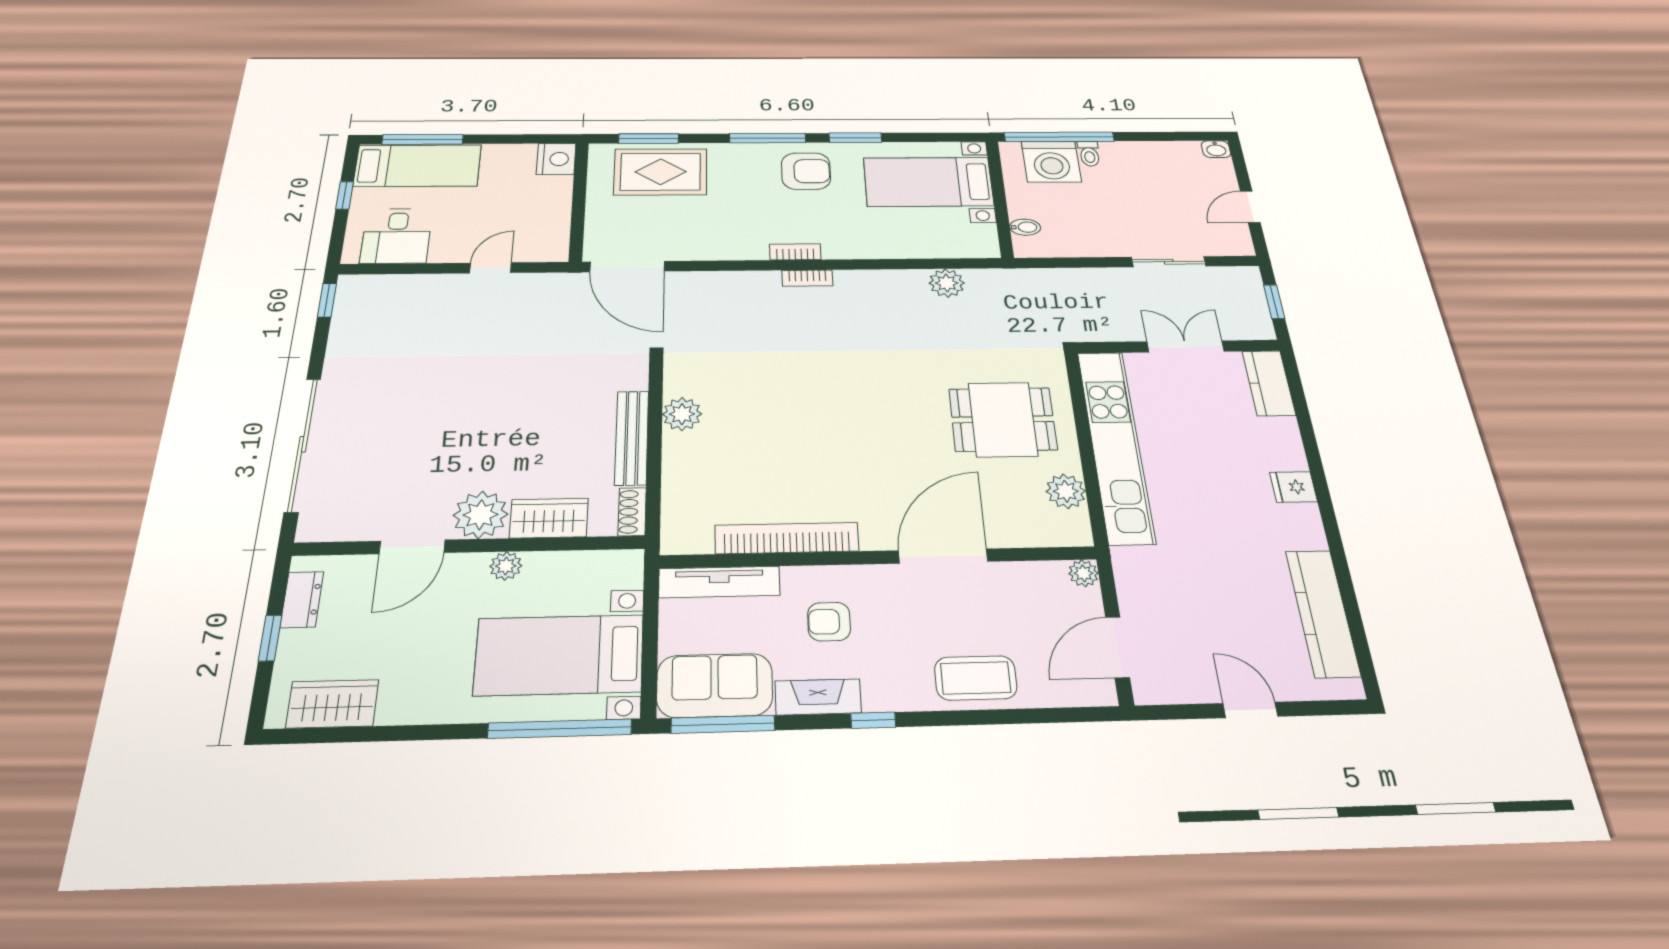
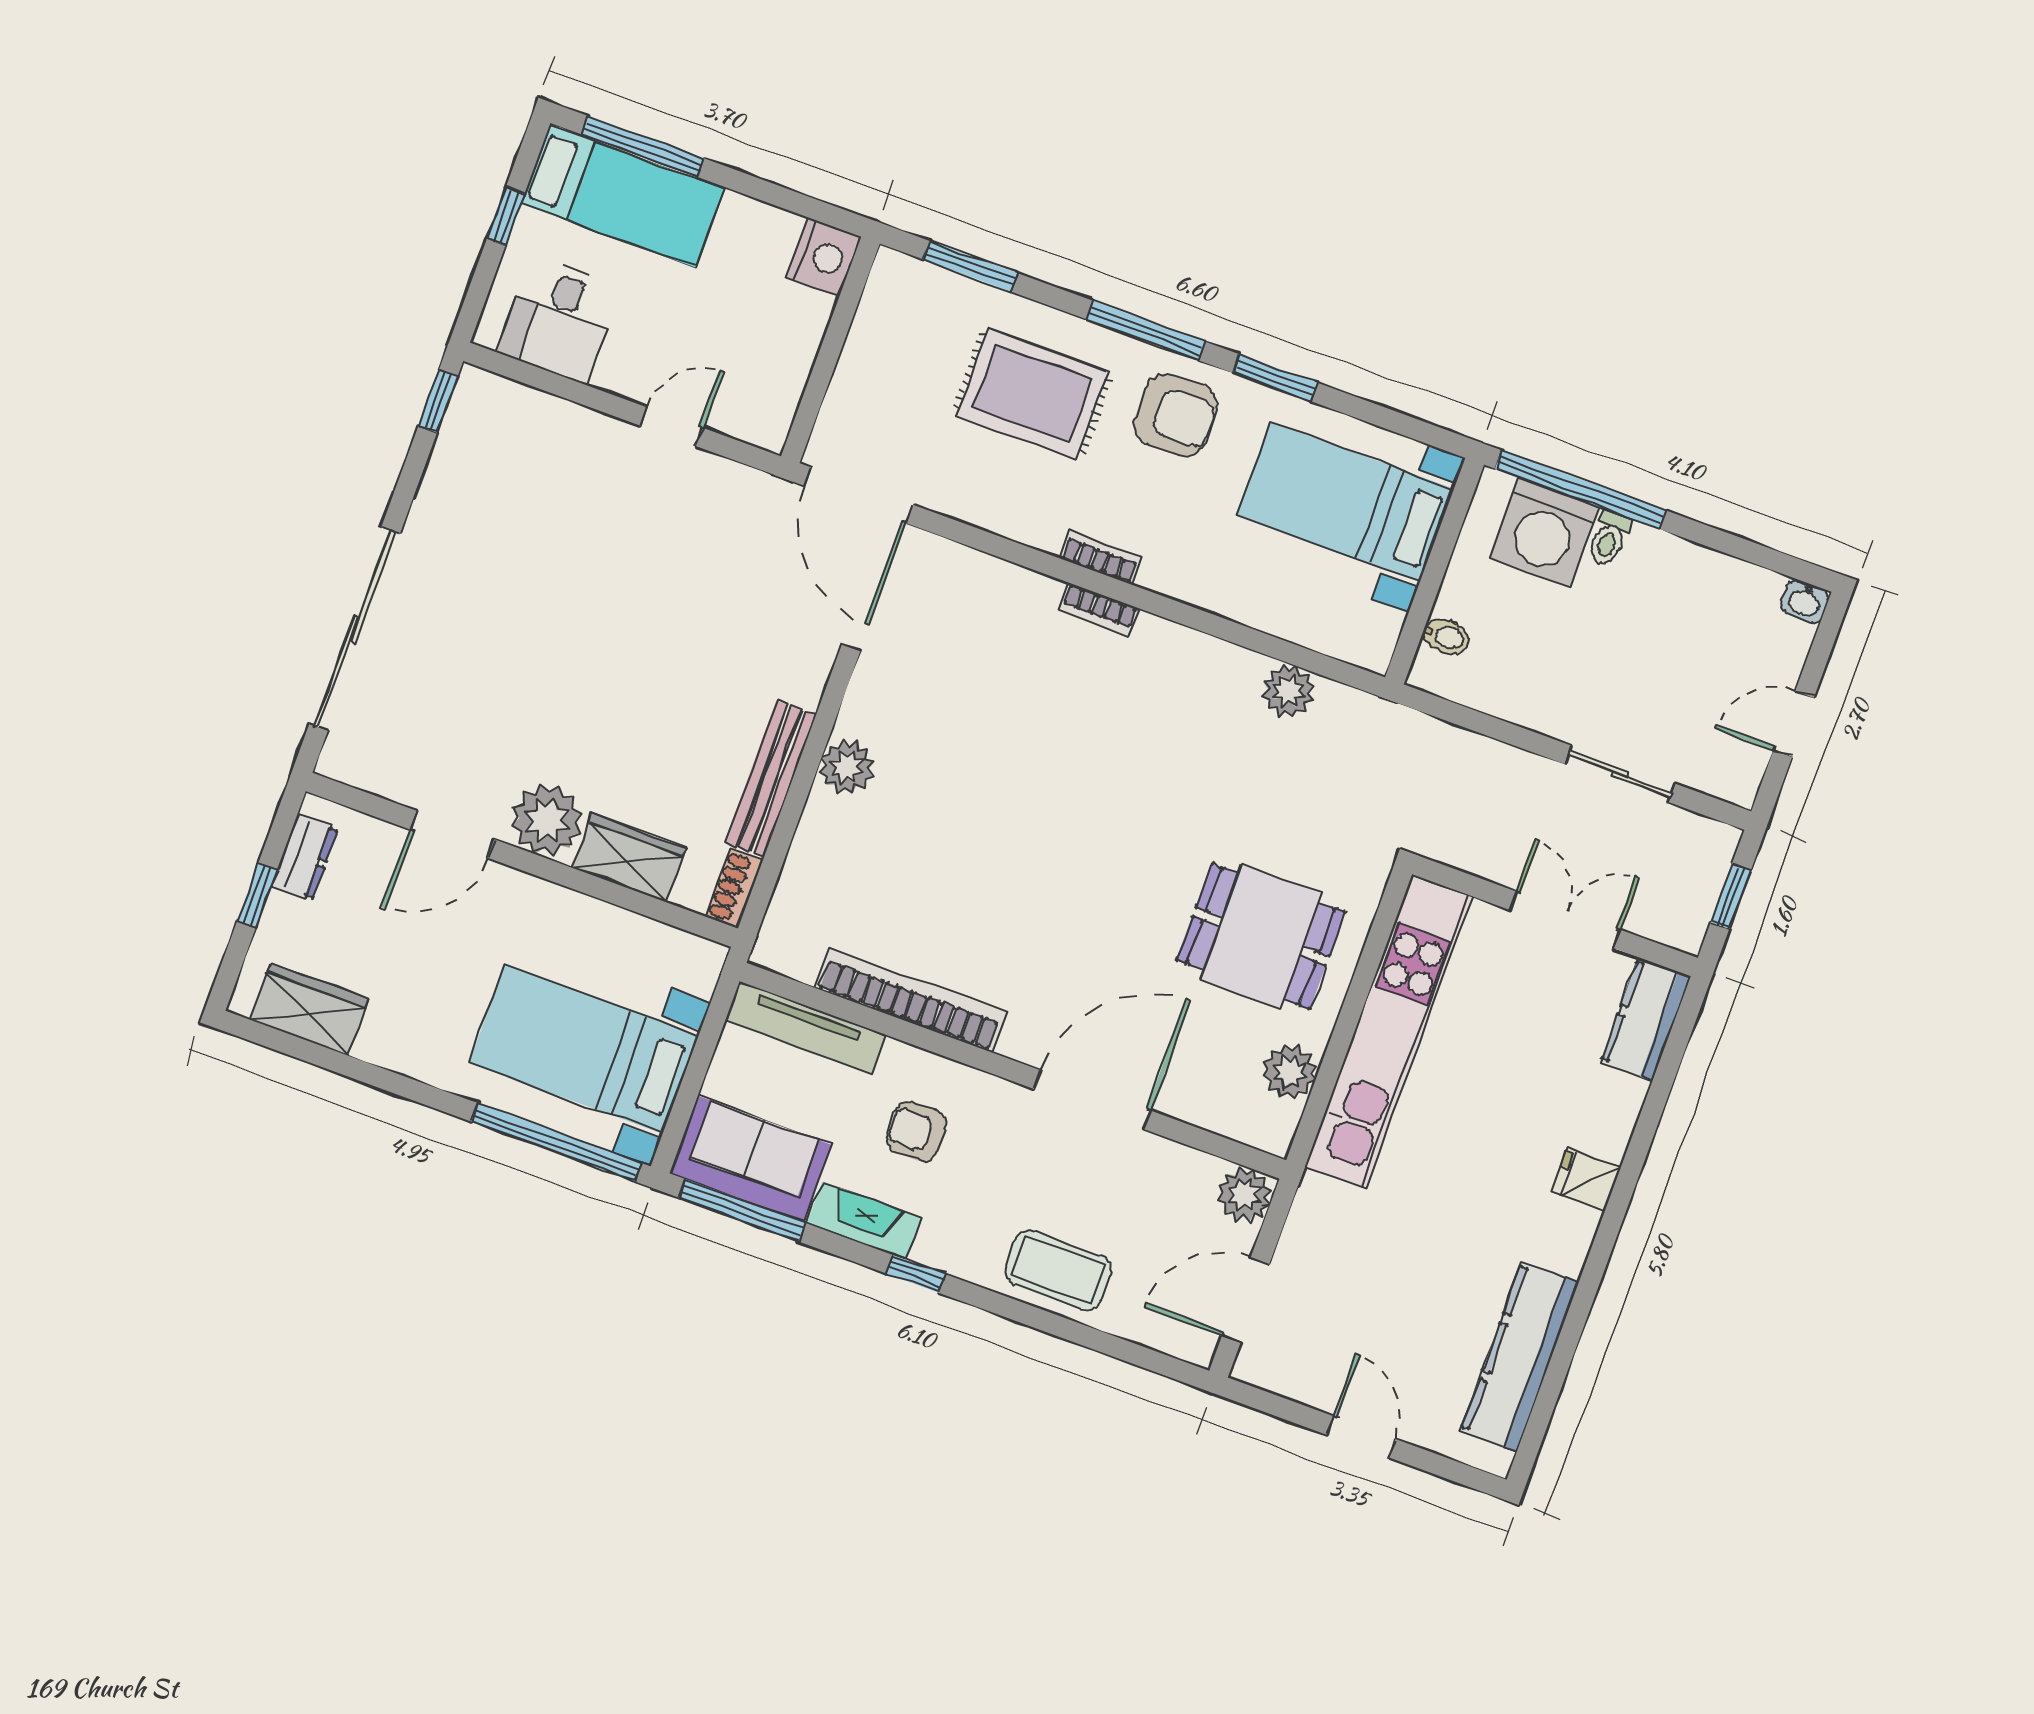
rug: (661, 172) -> (1032, 394), moved
plant: (506, 566) -> (557, 905), removed
plant: (1083, 573) -> (1245, 1195), width x1.38, depth x1.38

